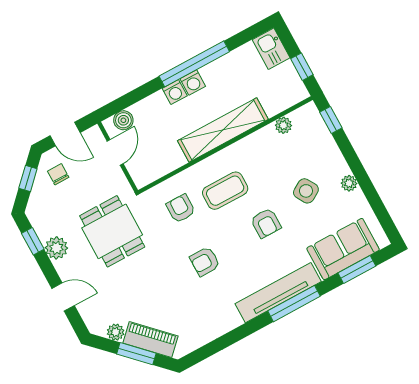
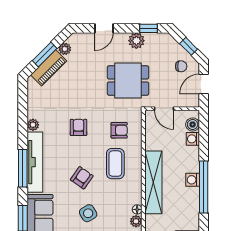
washing machine: (175, 92) -> (193, 139), moved
floor lamp: (268, 132) -> (137, 209), added
door: (115, 152) -> (164, 109), moved
armchair: (266, 223) -> (82, 178), turned 125
plant: (233, 320) -> (33, 125), added

